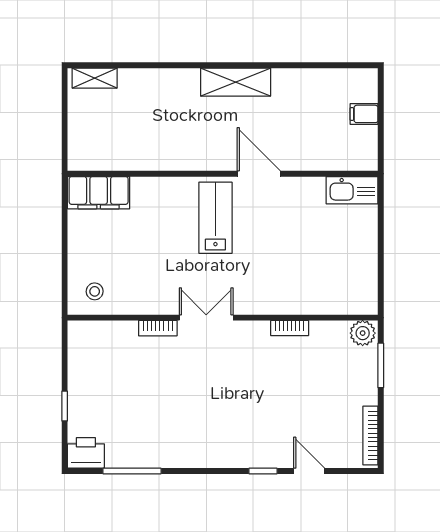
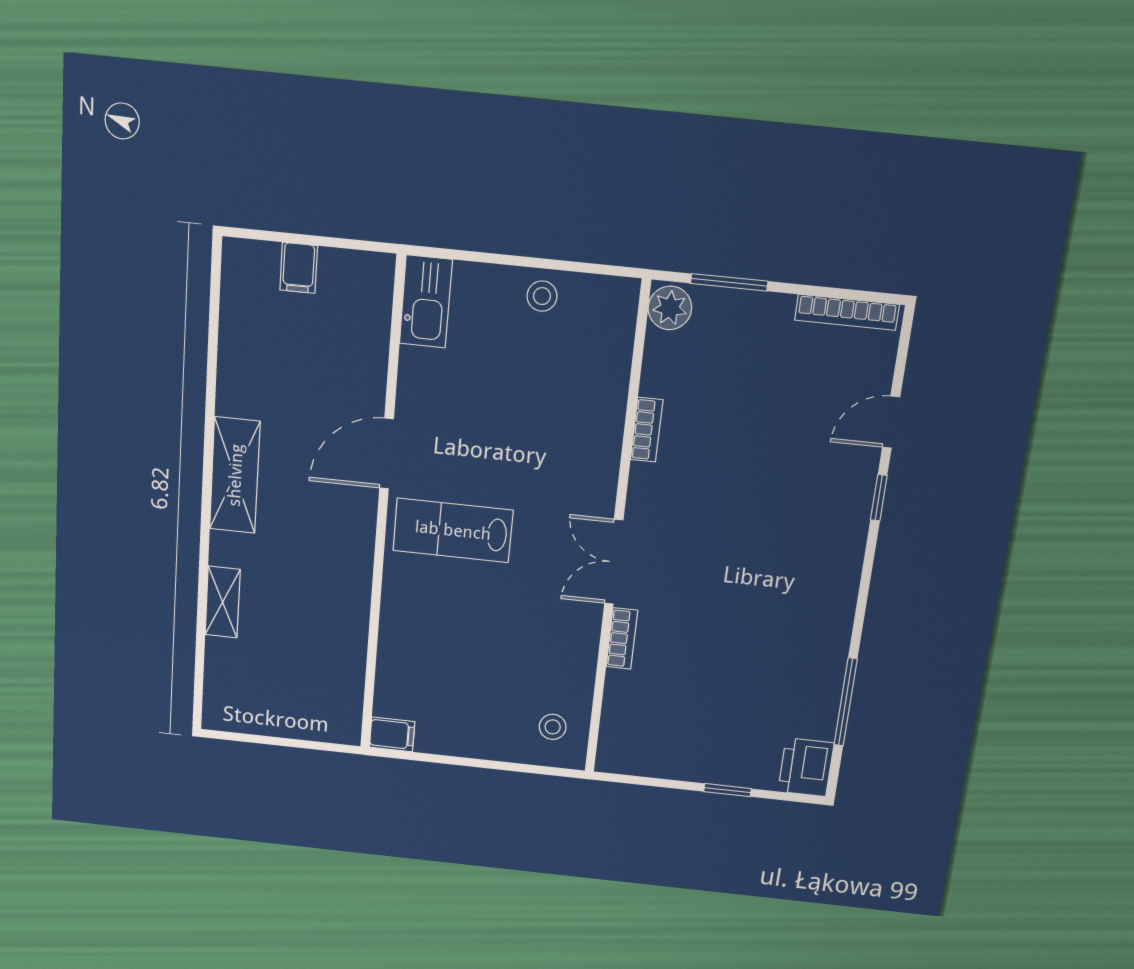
shelving: (95, 78) -> (223, 602), moved
filing cabinet: (99, 193) -> (392, 734), width x0.33, depth x0.86
stool: (362, 258) -> (542, 296), added

